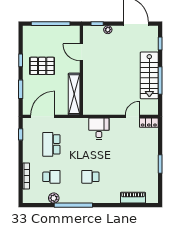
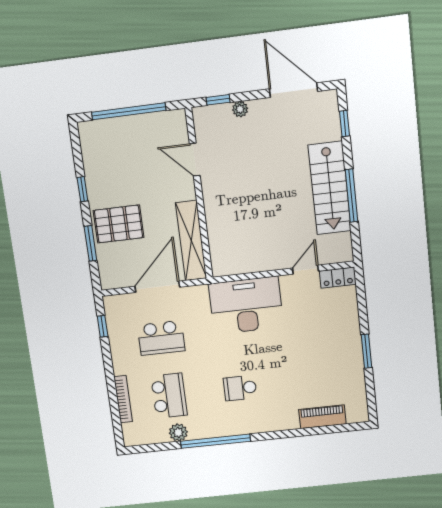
pallet: (42, 66) -> (118, 224), moved
door: (43, 116) -> (157, 287), moved
desk: (99, 129) -> (246, 305), width x1.87, depth x1.30
school desk: (51, 144) -> (161, 338), turned -90
school desk: (51, 177) -> (169, 396), width x1.85

